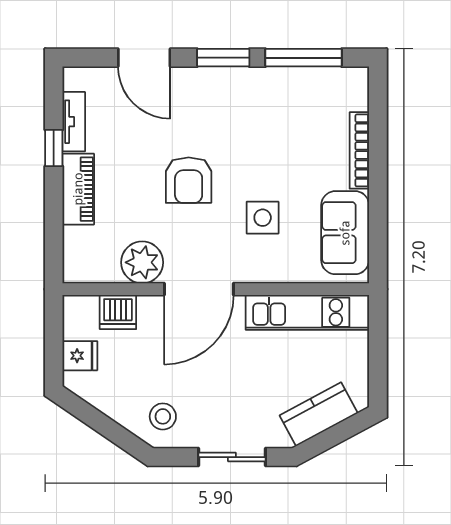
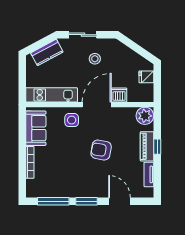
window: (54, 148) -> (157, 147), moved
armchair: (189, 180) -> (101, 150), turned -80
side table: (263, 218) -> (72, 120), moved
plant: (142, 262) -> (145, 116), moved
dishwasher: (118, 312) -> (119, 95), moved
stool: (163, 416) -> (95, 59), moved

